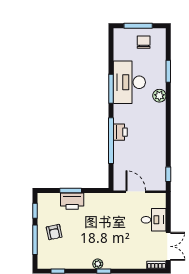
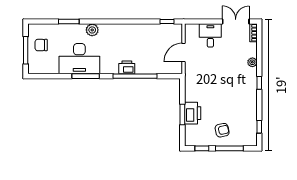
plant: (98, 264) -> (252, 62), moved

